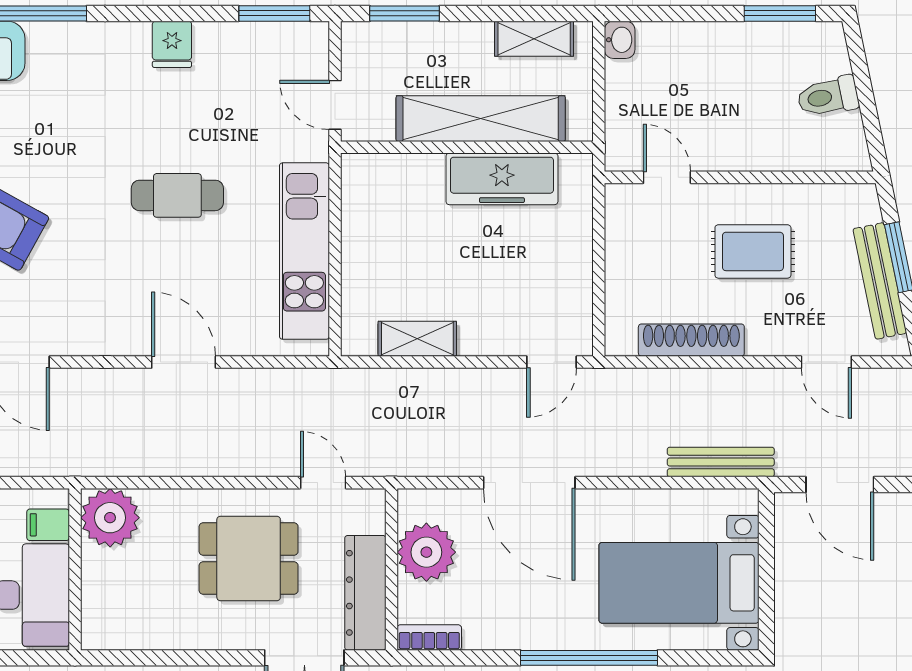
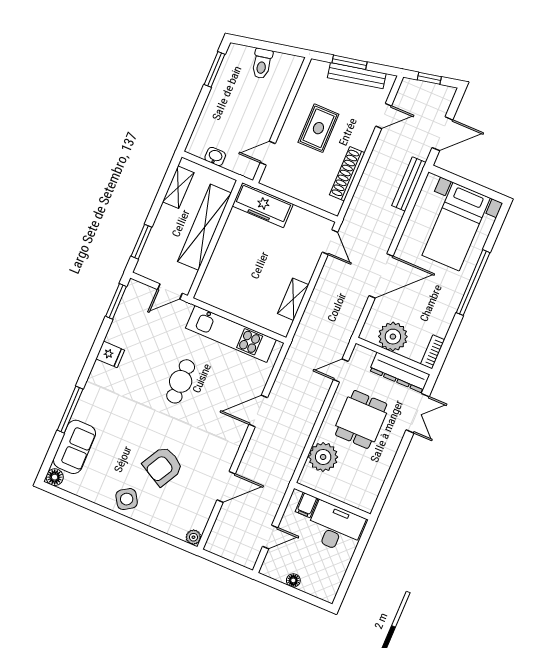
washbasin: (620, 40) -> (215, 157), moved
freezer: (502, 179) -> (263, 205), moved, turned 90
plant: (110, 518) -> (323, 457), moved

